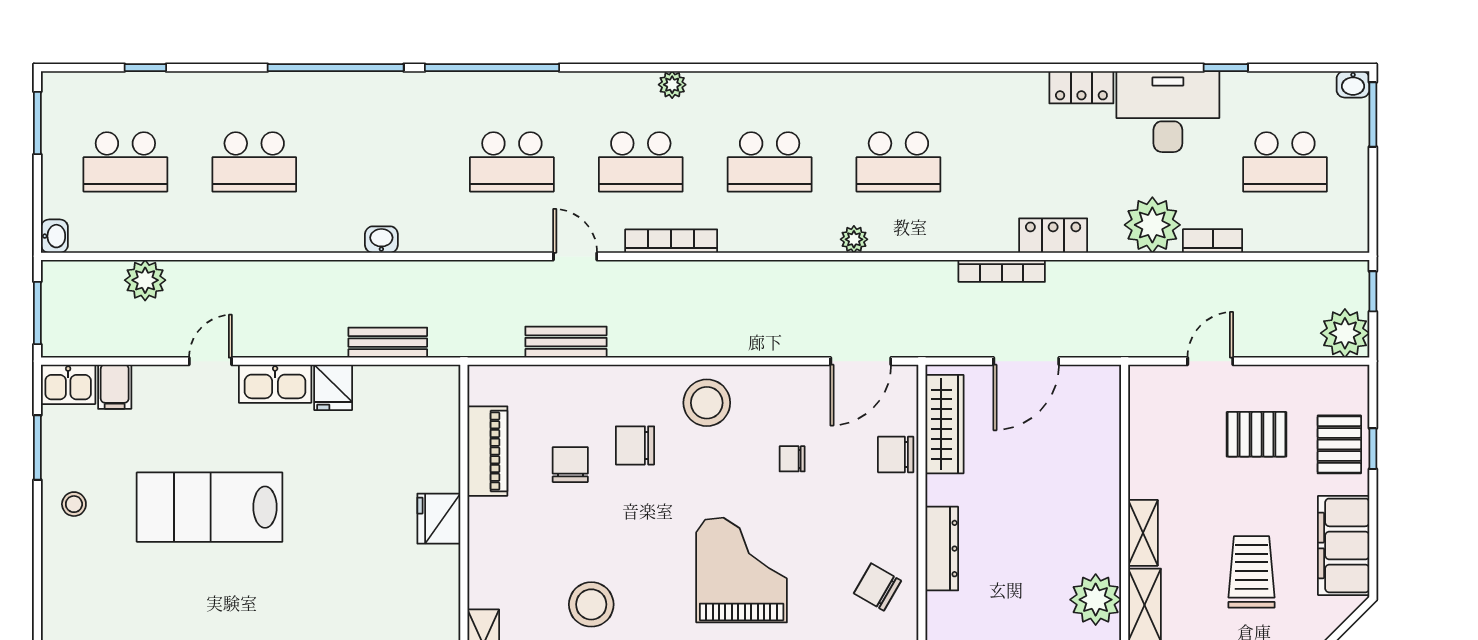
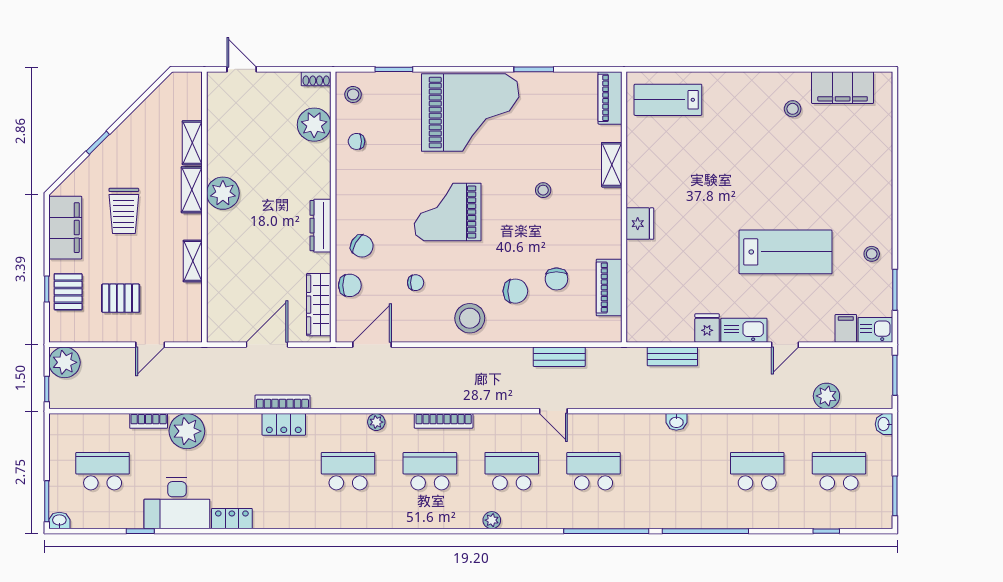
locker: (1053, 236) -> (284, 424), moved
bookcase: (671, 241) -> (444, 421), moved
fridge: (439, 519) -> (640, 224), moved
shelving: (1143, 533) -> (193, 261), moved
grand piano: (742, 570) -> (448, 212), turned 90
chair: (877, 587) -> (362, 246), moved
stool: (591, 604) -> (543, 190), width x0.53, depth x0.53

